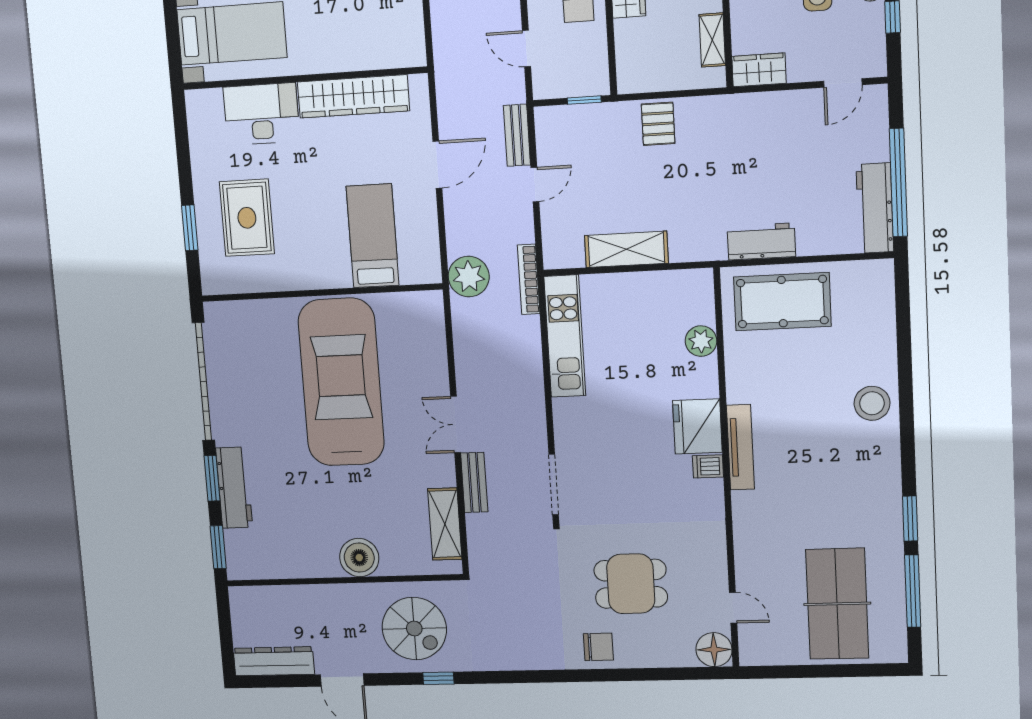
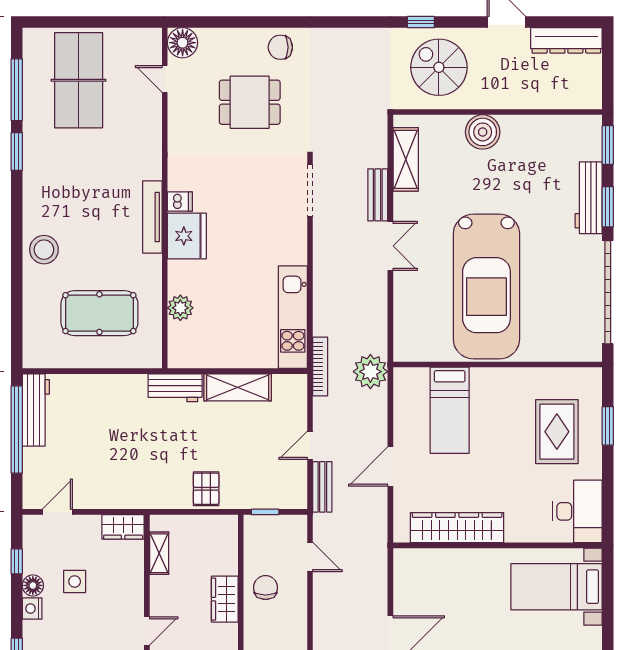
desk: (262, 114) -> (578, 511), moved, turned -90
workbench: (761, 242) -> (175, 388), moved
pool table: (782, 302) -> (99, 313), moved

